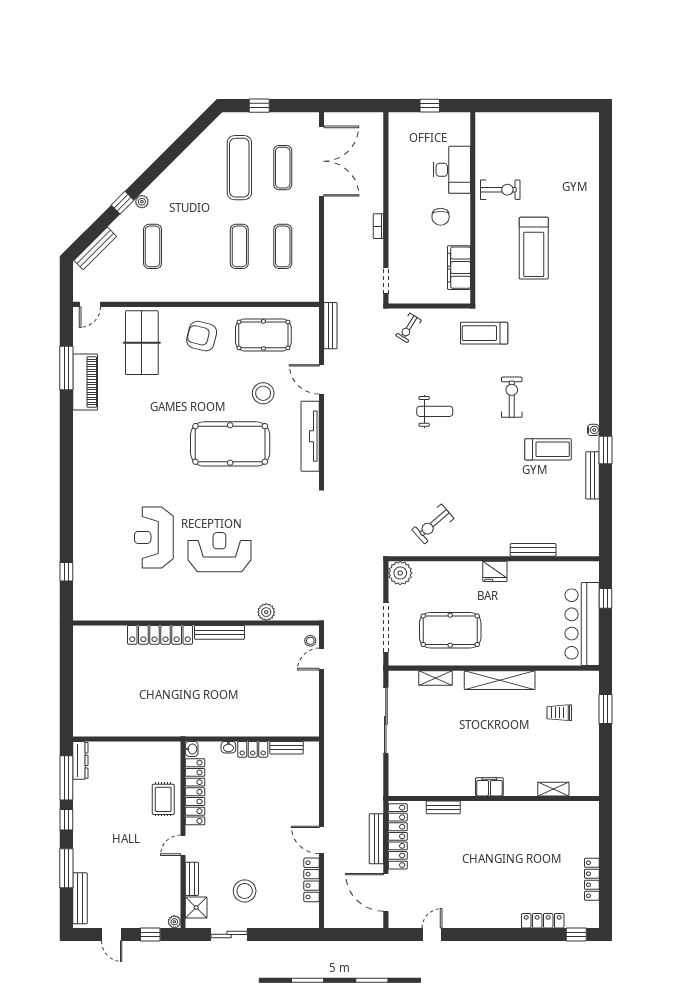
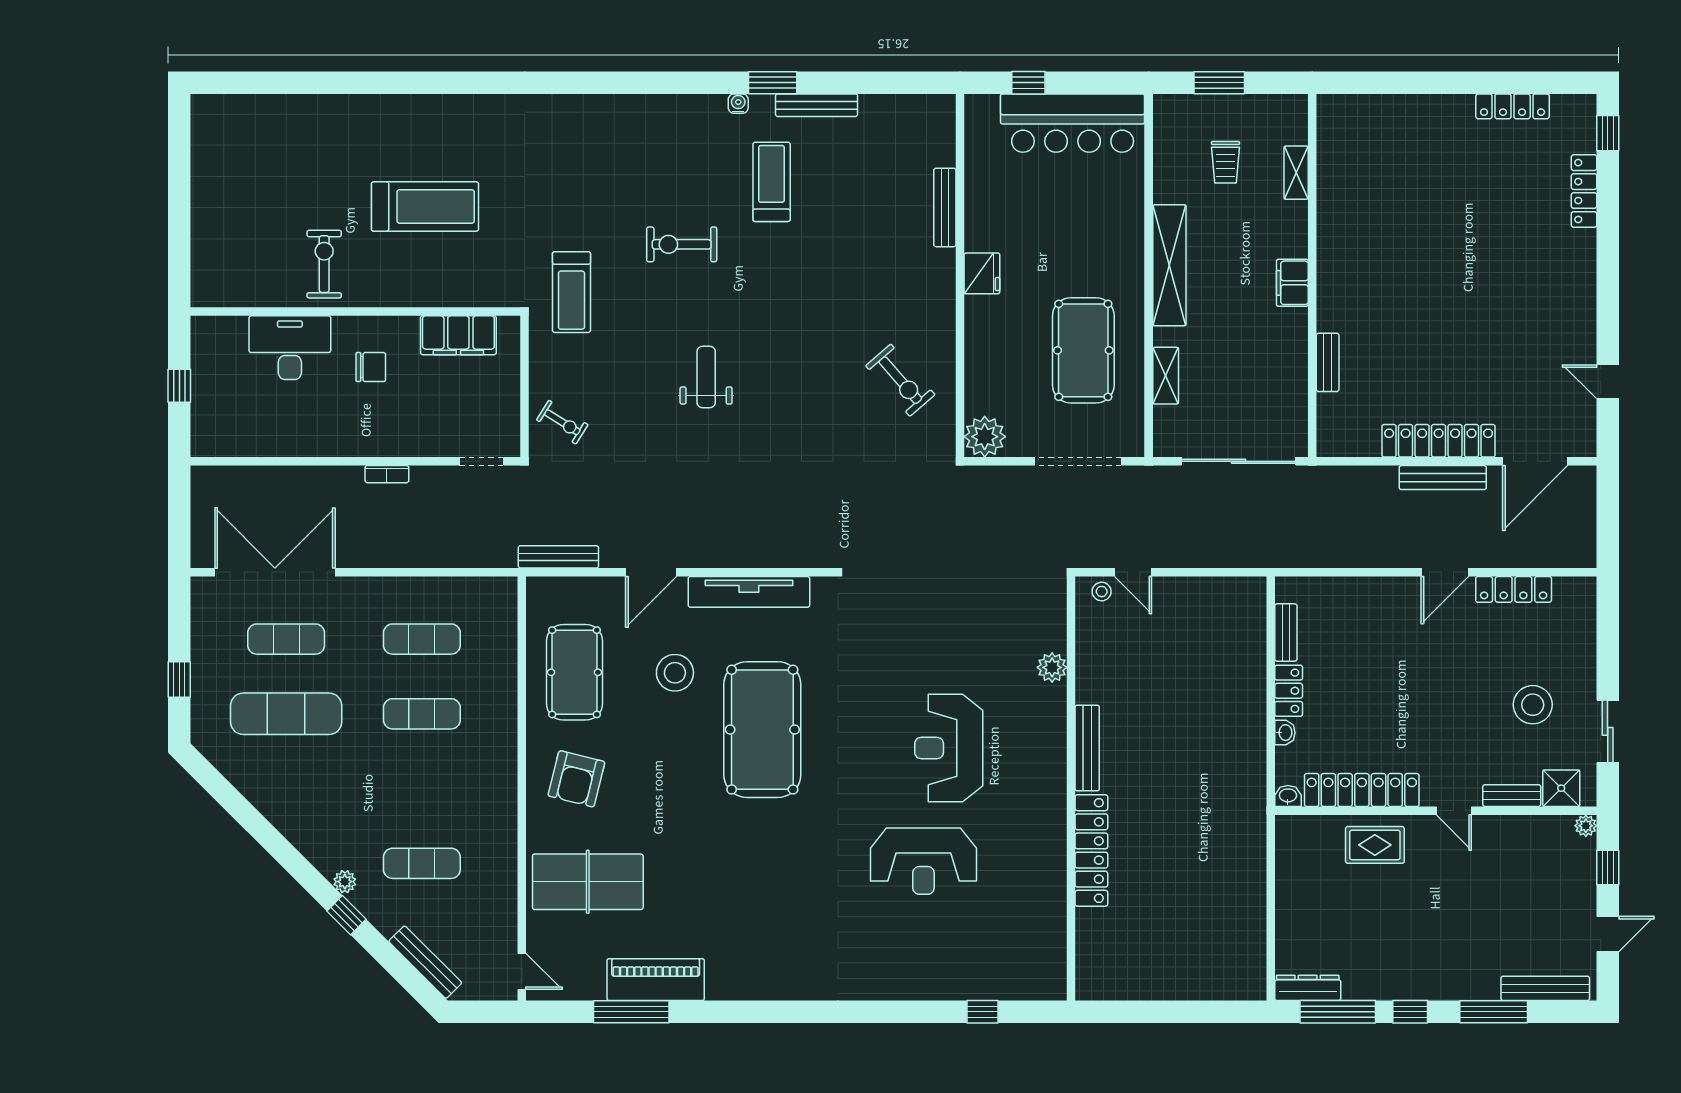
filing cabinet: (489, 787) -> (1292, 283), moved
shelving: (553, 789) -> (1296, 173), moved
wall: (494, 798) -> (1312, 275), moved
bench: (443, 807) -> (1328, 362), moved

